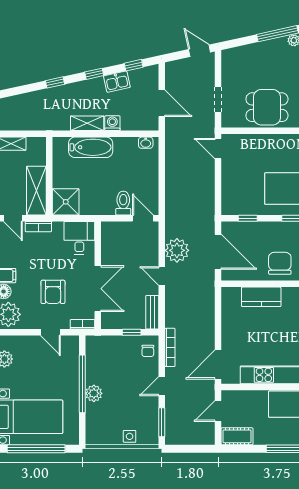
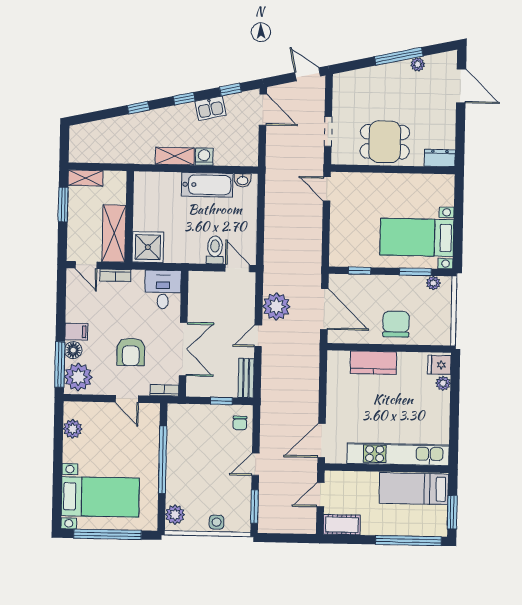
door: (162, 103) -> (263, 110), moved
bathtub: (91, 147) -> (207, 185), moved
door: (162, 276) -> (258, 336), hinge flipped
bookcase: (170, 347) -> (266, 419), removed
plant: (94, 393) -> (175, 515), moved

